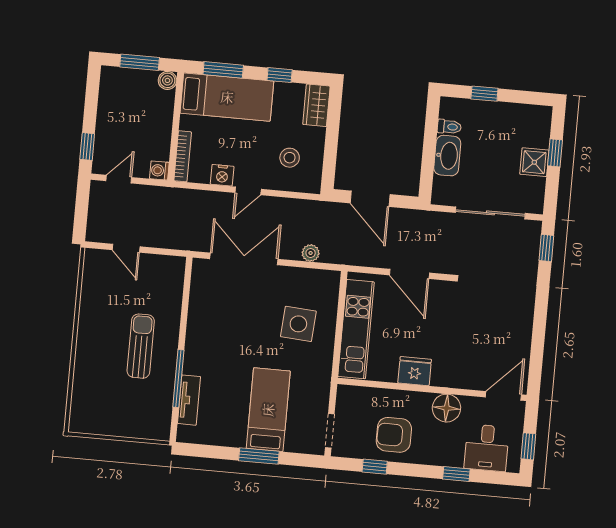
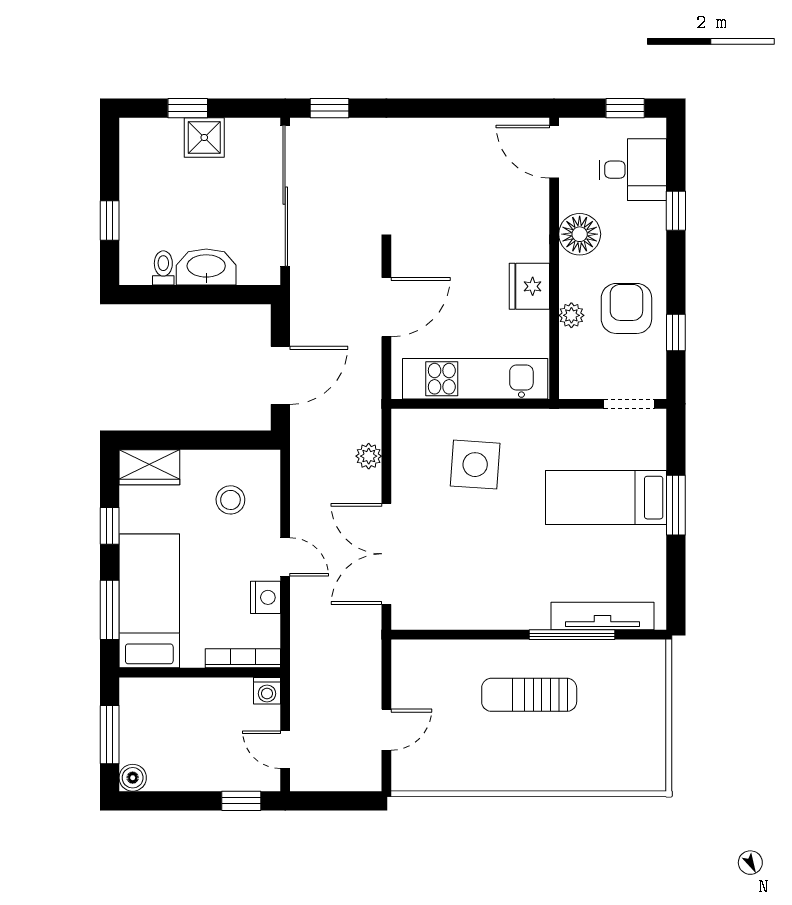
boiler: (167, 80) -> (133, 778), moved
sliding door: (490, 213) -> (285, 196), width x1.36
plant: (393, 398) -> (571, 315), added
tv unit: (189, 400) -> (602, 616), width x1.41
armchair: (394, 435) -> (626, 308), turned 180

